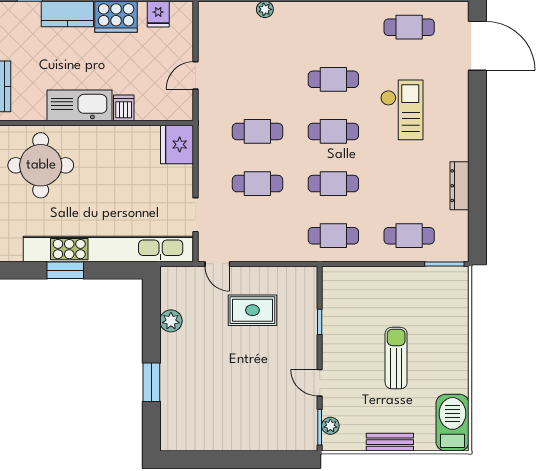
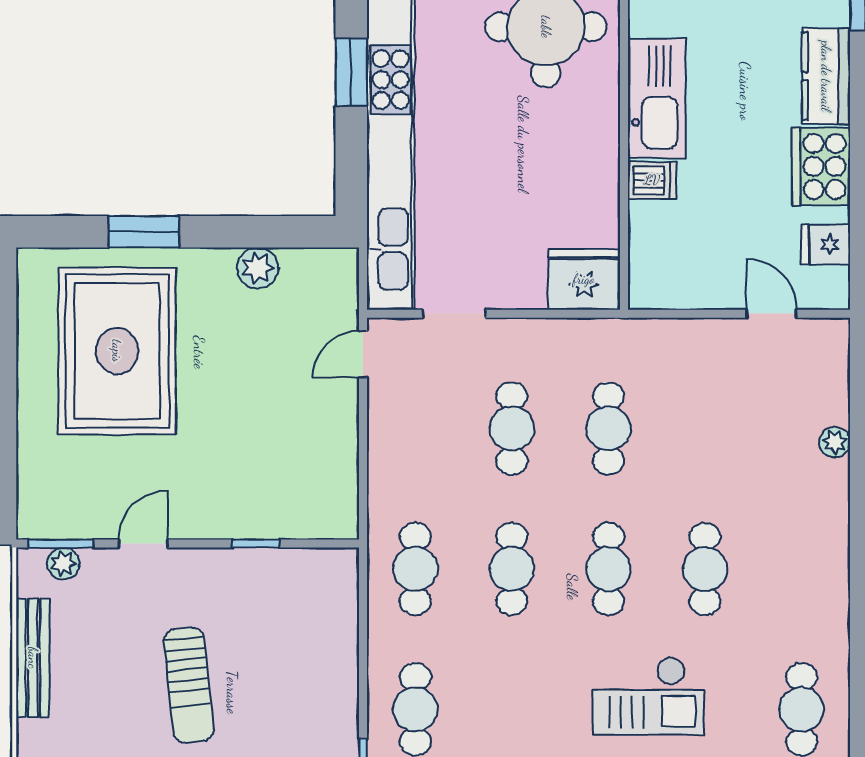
door: (196, 75) -> (772, 314), moved
rug: (252, 310) -> (117, 351), moved, width x1.86, depth x2.06
sun lounger: (396, 358) -> (189, 685), turned 84
bench: (390, 442) -> (33, 658), width x1.36

